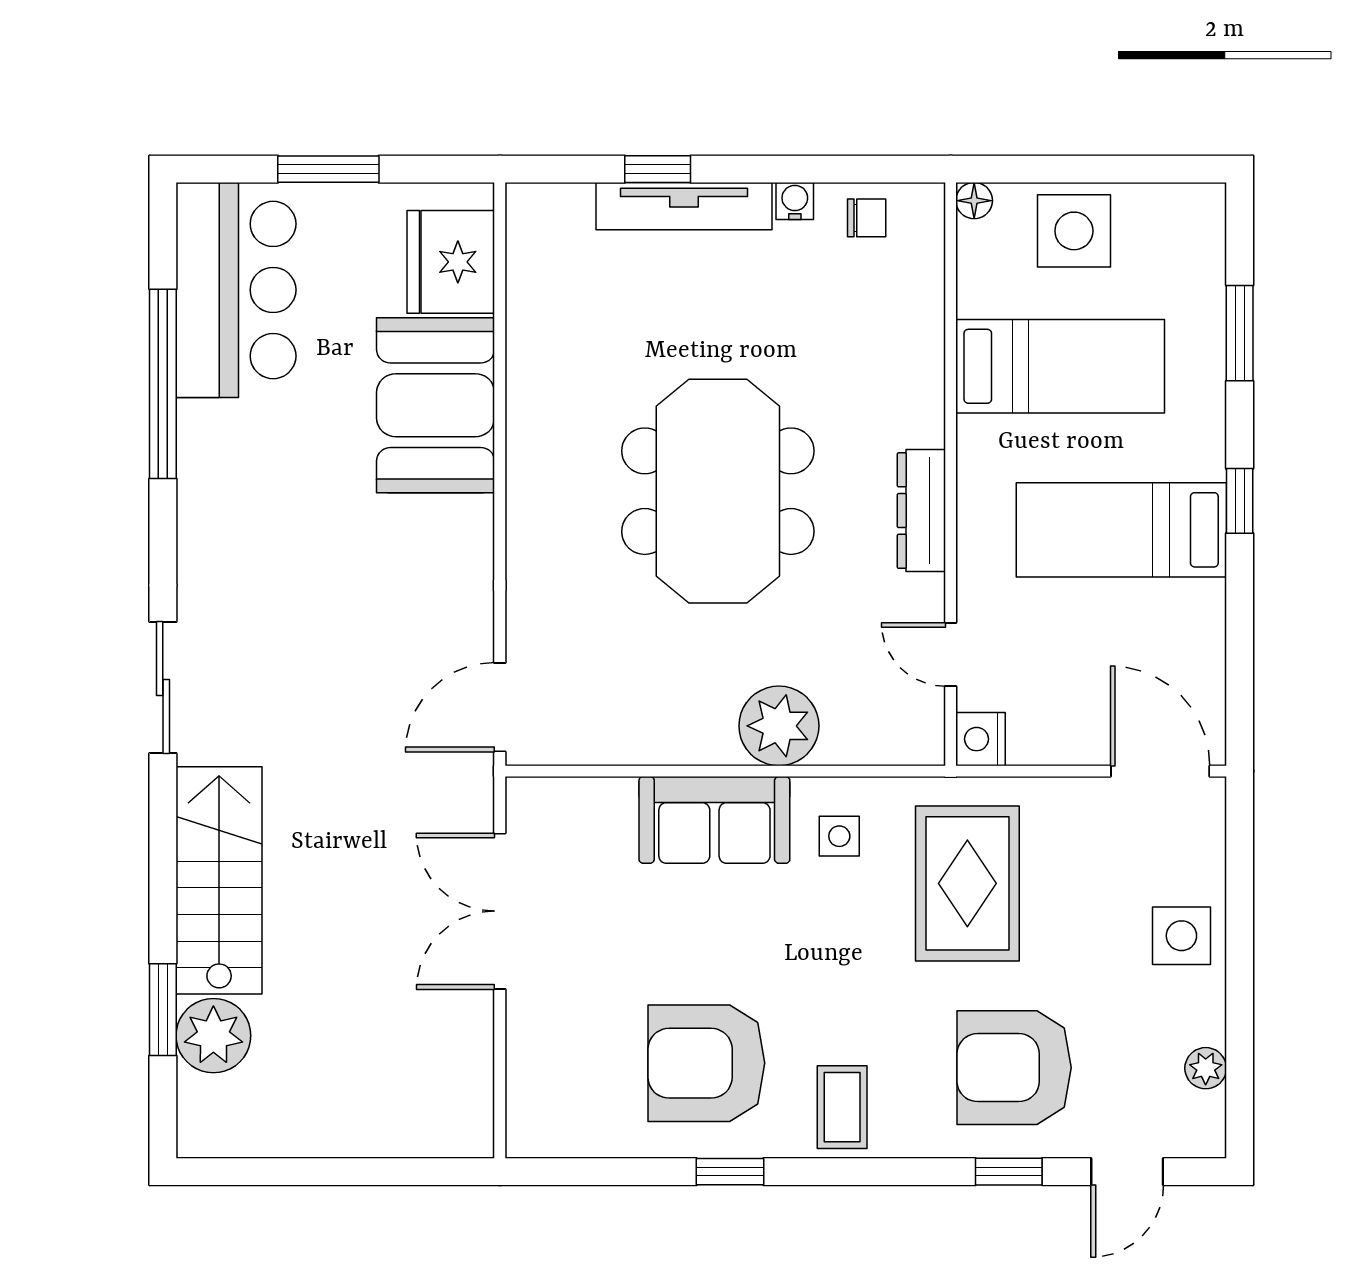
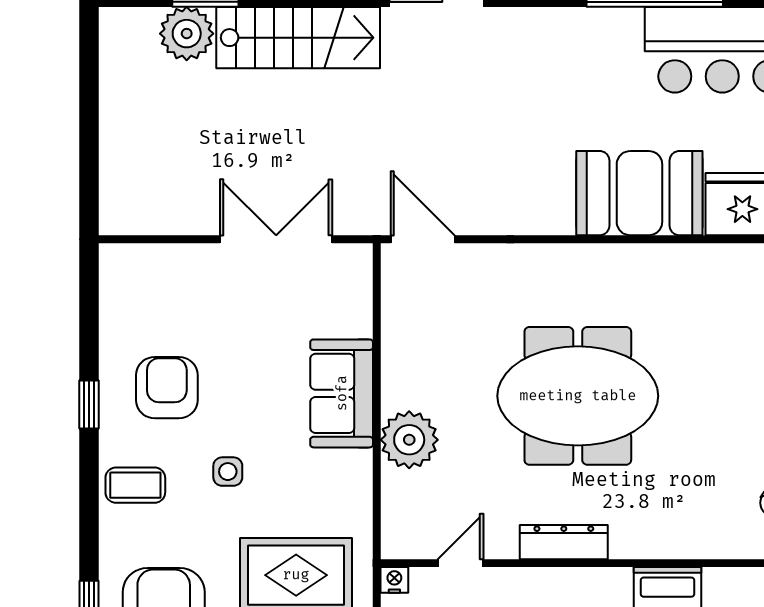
nightstand: (980, 739) -> (394, 580), width x0.72, depth x0.74
side table: (839, 836) -> (228, 472), moved
armchair: (706, 1063) -> (167, 388), width x0.73, depth x0.73

